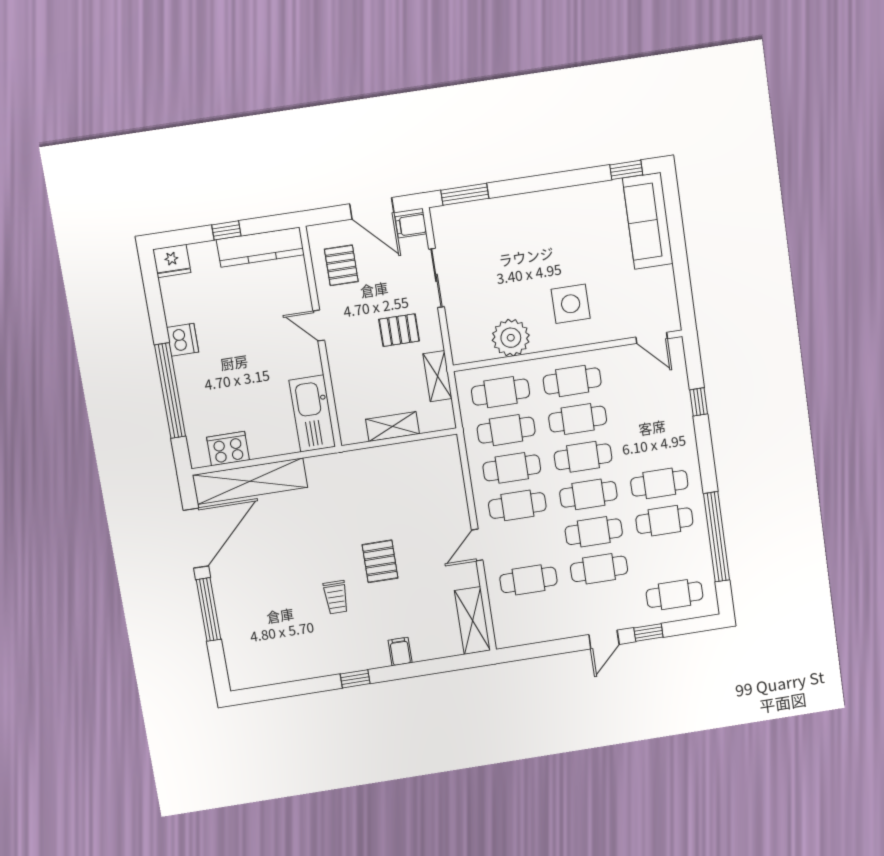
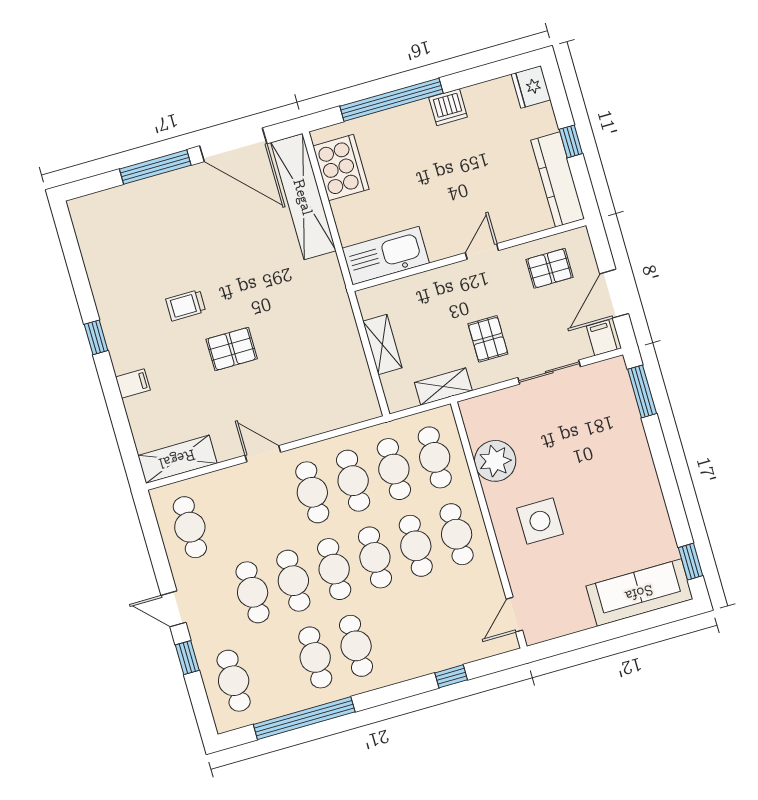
cooker: (228, 449) -> (341, 168), width x1.37, depth x1.31
cafe table: (528, 580) -> (190, 527), moved

